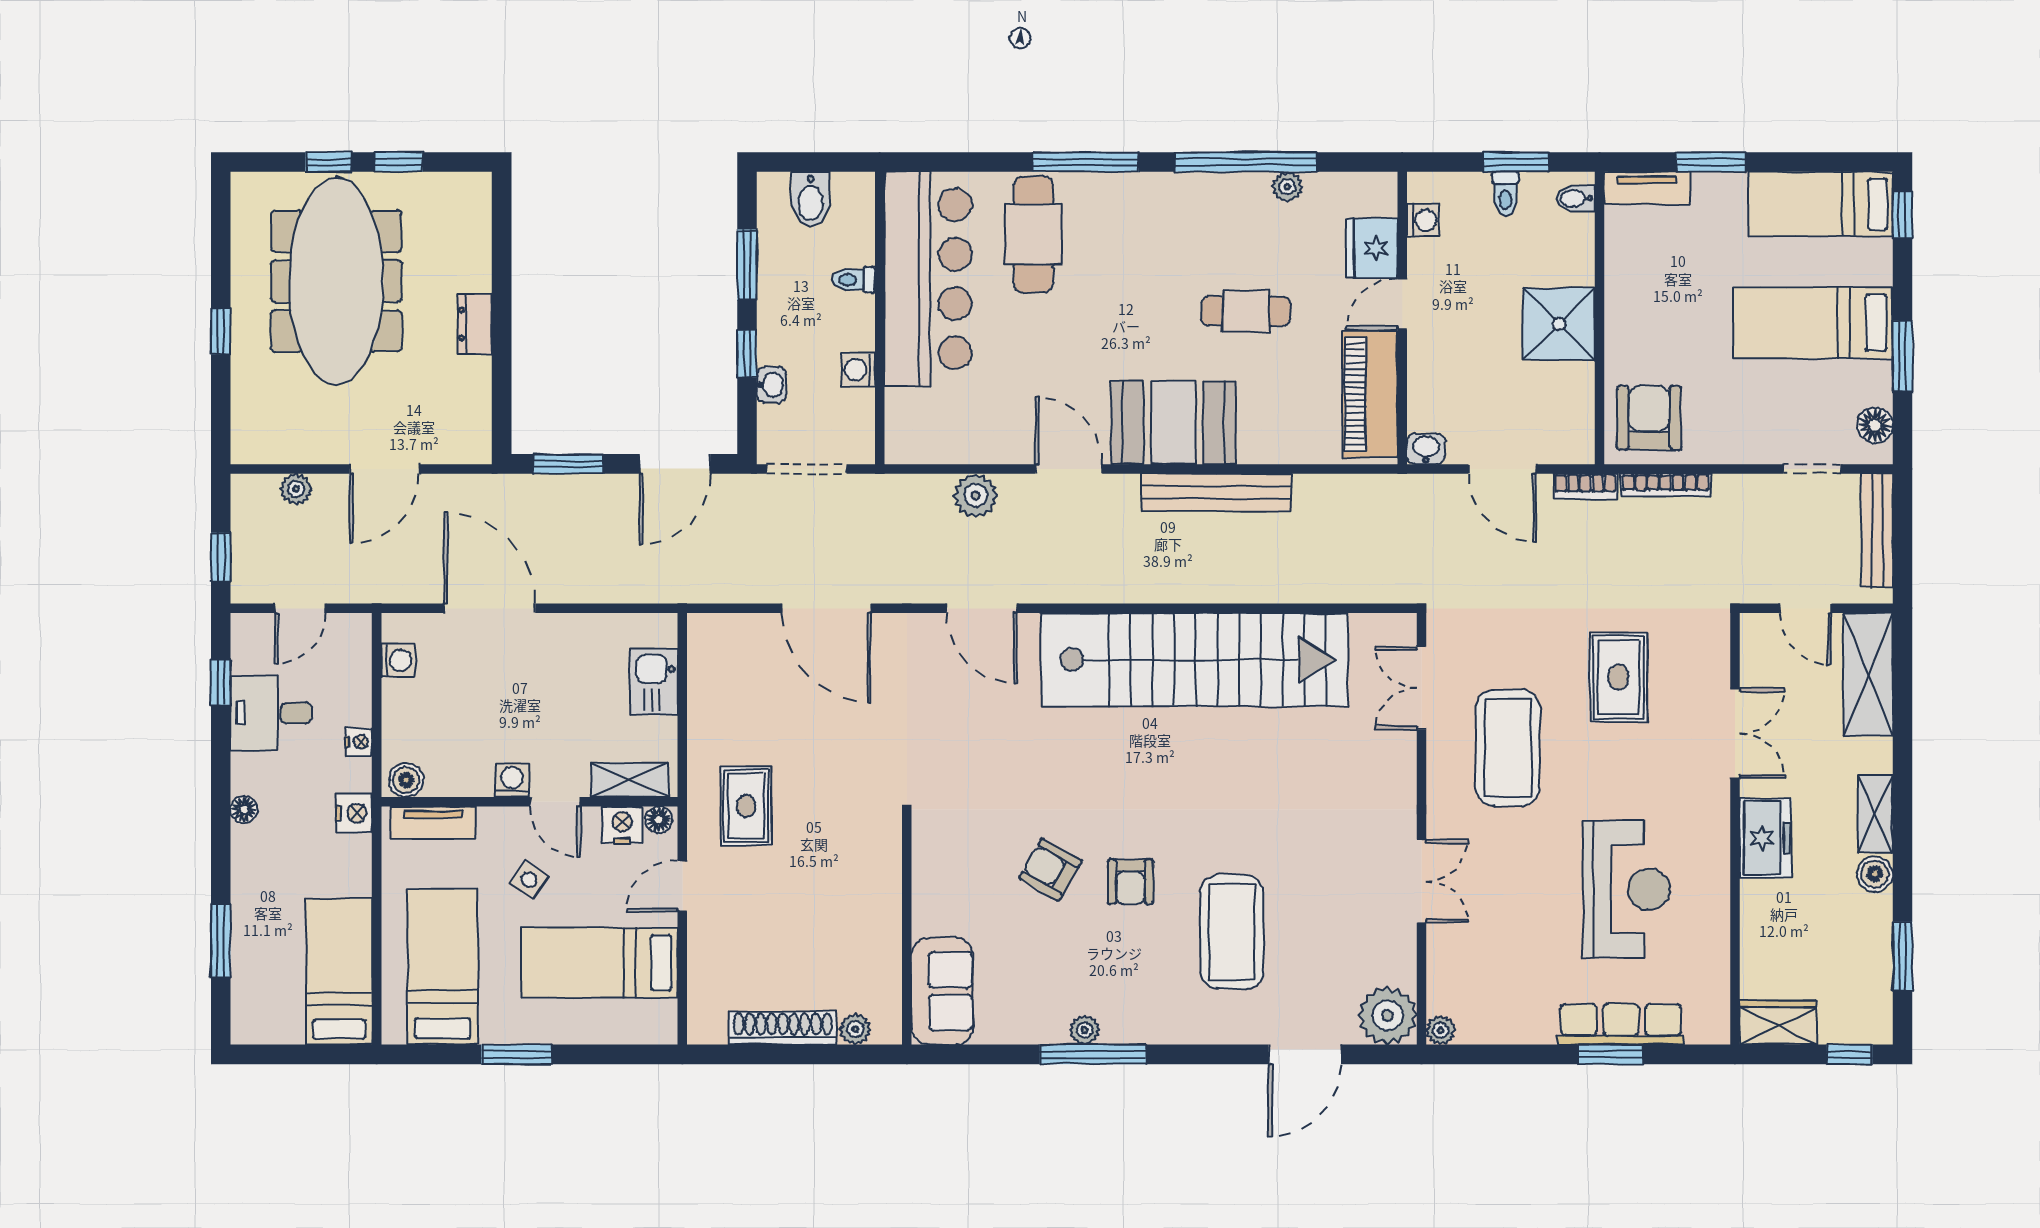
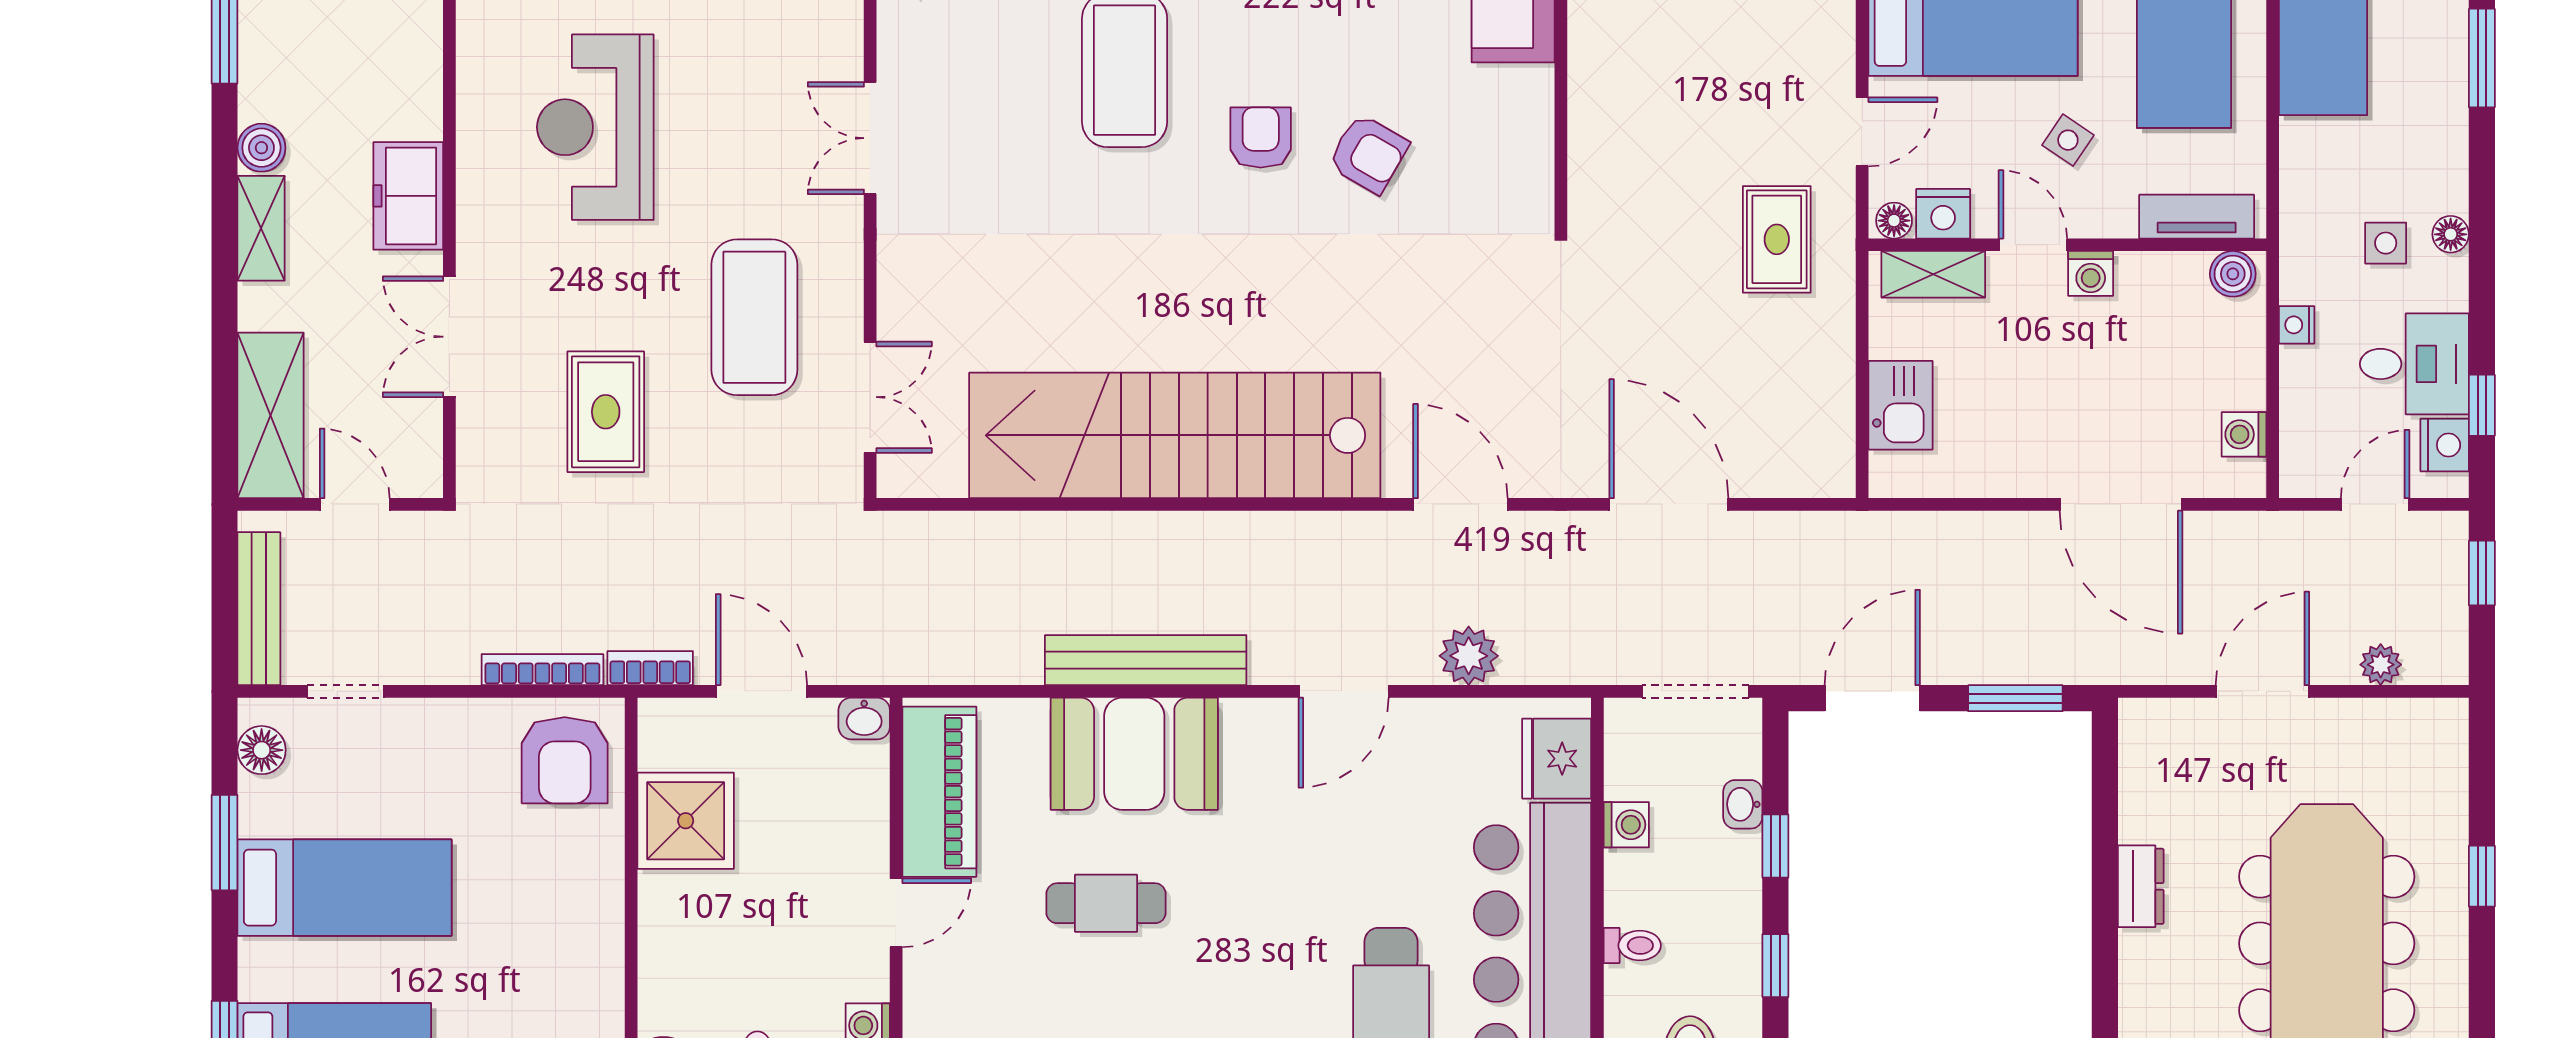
fridge: (1372, 248) -> (1557, 759), moved, turned 180
window: (747, 265) -> (1775, 966), width x0.67
shower: (1559, 324) -> (686, 821), moved
booth: (1173, 422) -> (1134, 754), moved
door: (1069, 469) -> (1344, 691), hinge flipped
side table: (292, 803) -> (2386, 243), added
nightstand: (354, 813) -> (2445, 445), moved, turned 180

